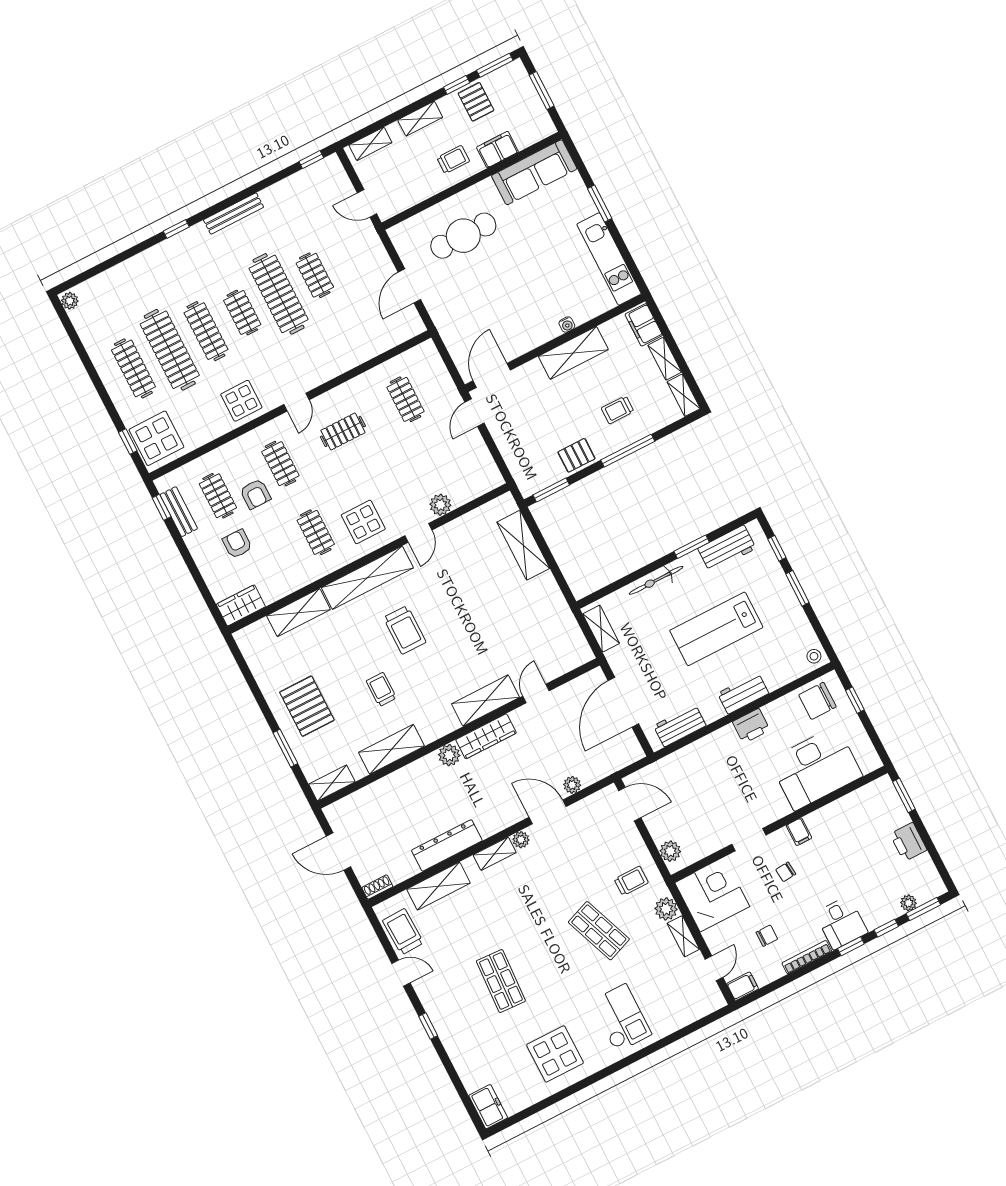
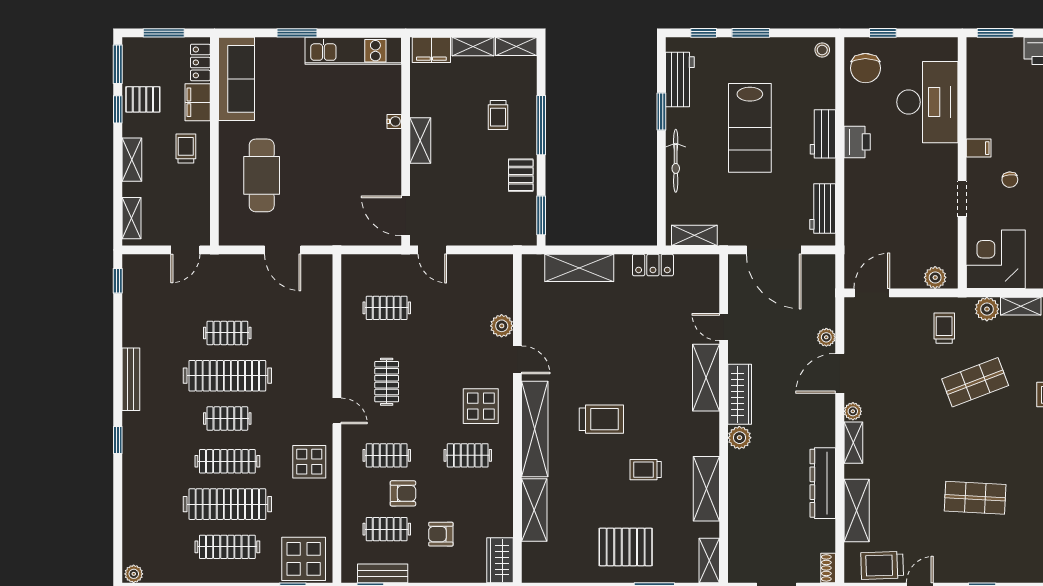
locker: (532, 134) -> (200, 62), added
shelving: (573, 353) -> (420, 140), width x0.67, depth x0.75
locker: (558, 606) -> (653, 265), added

